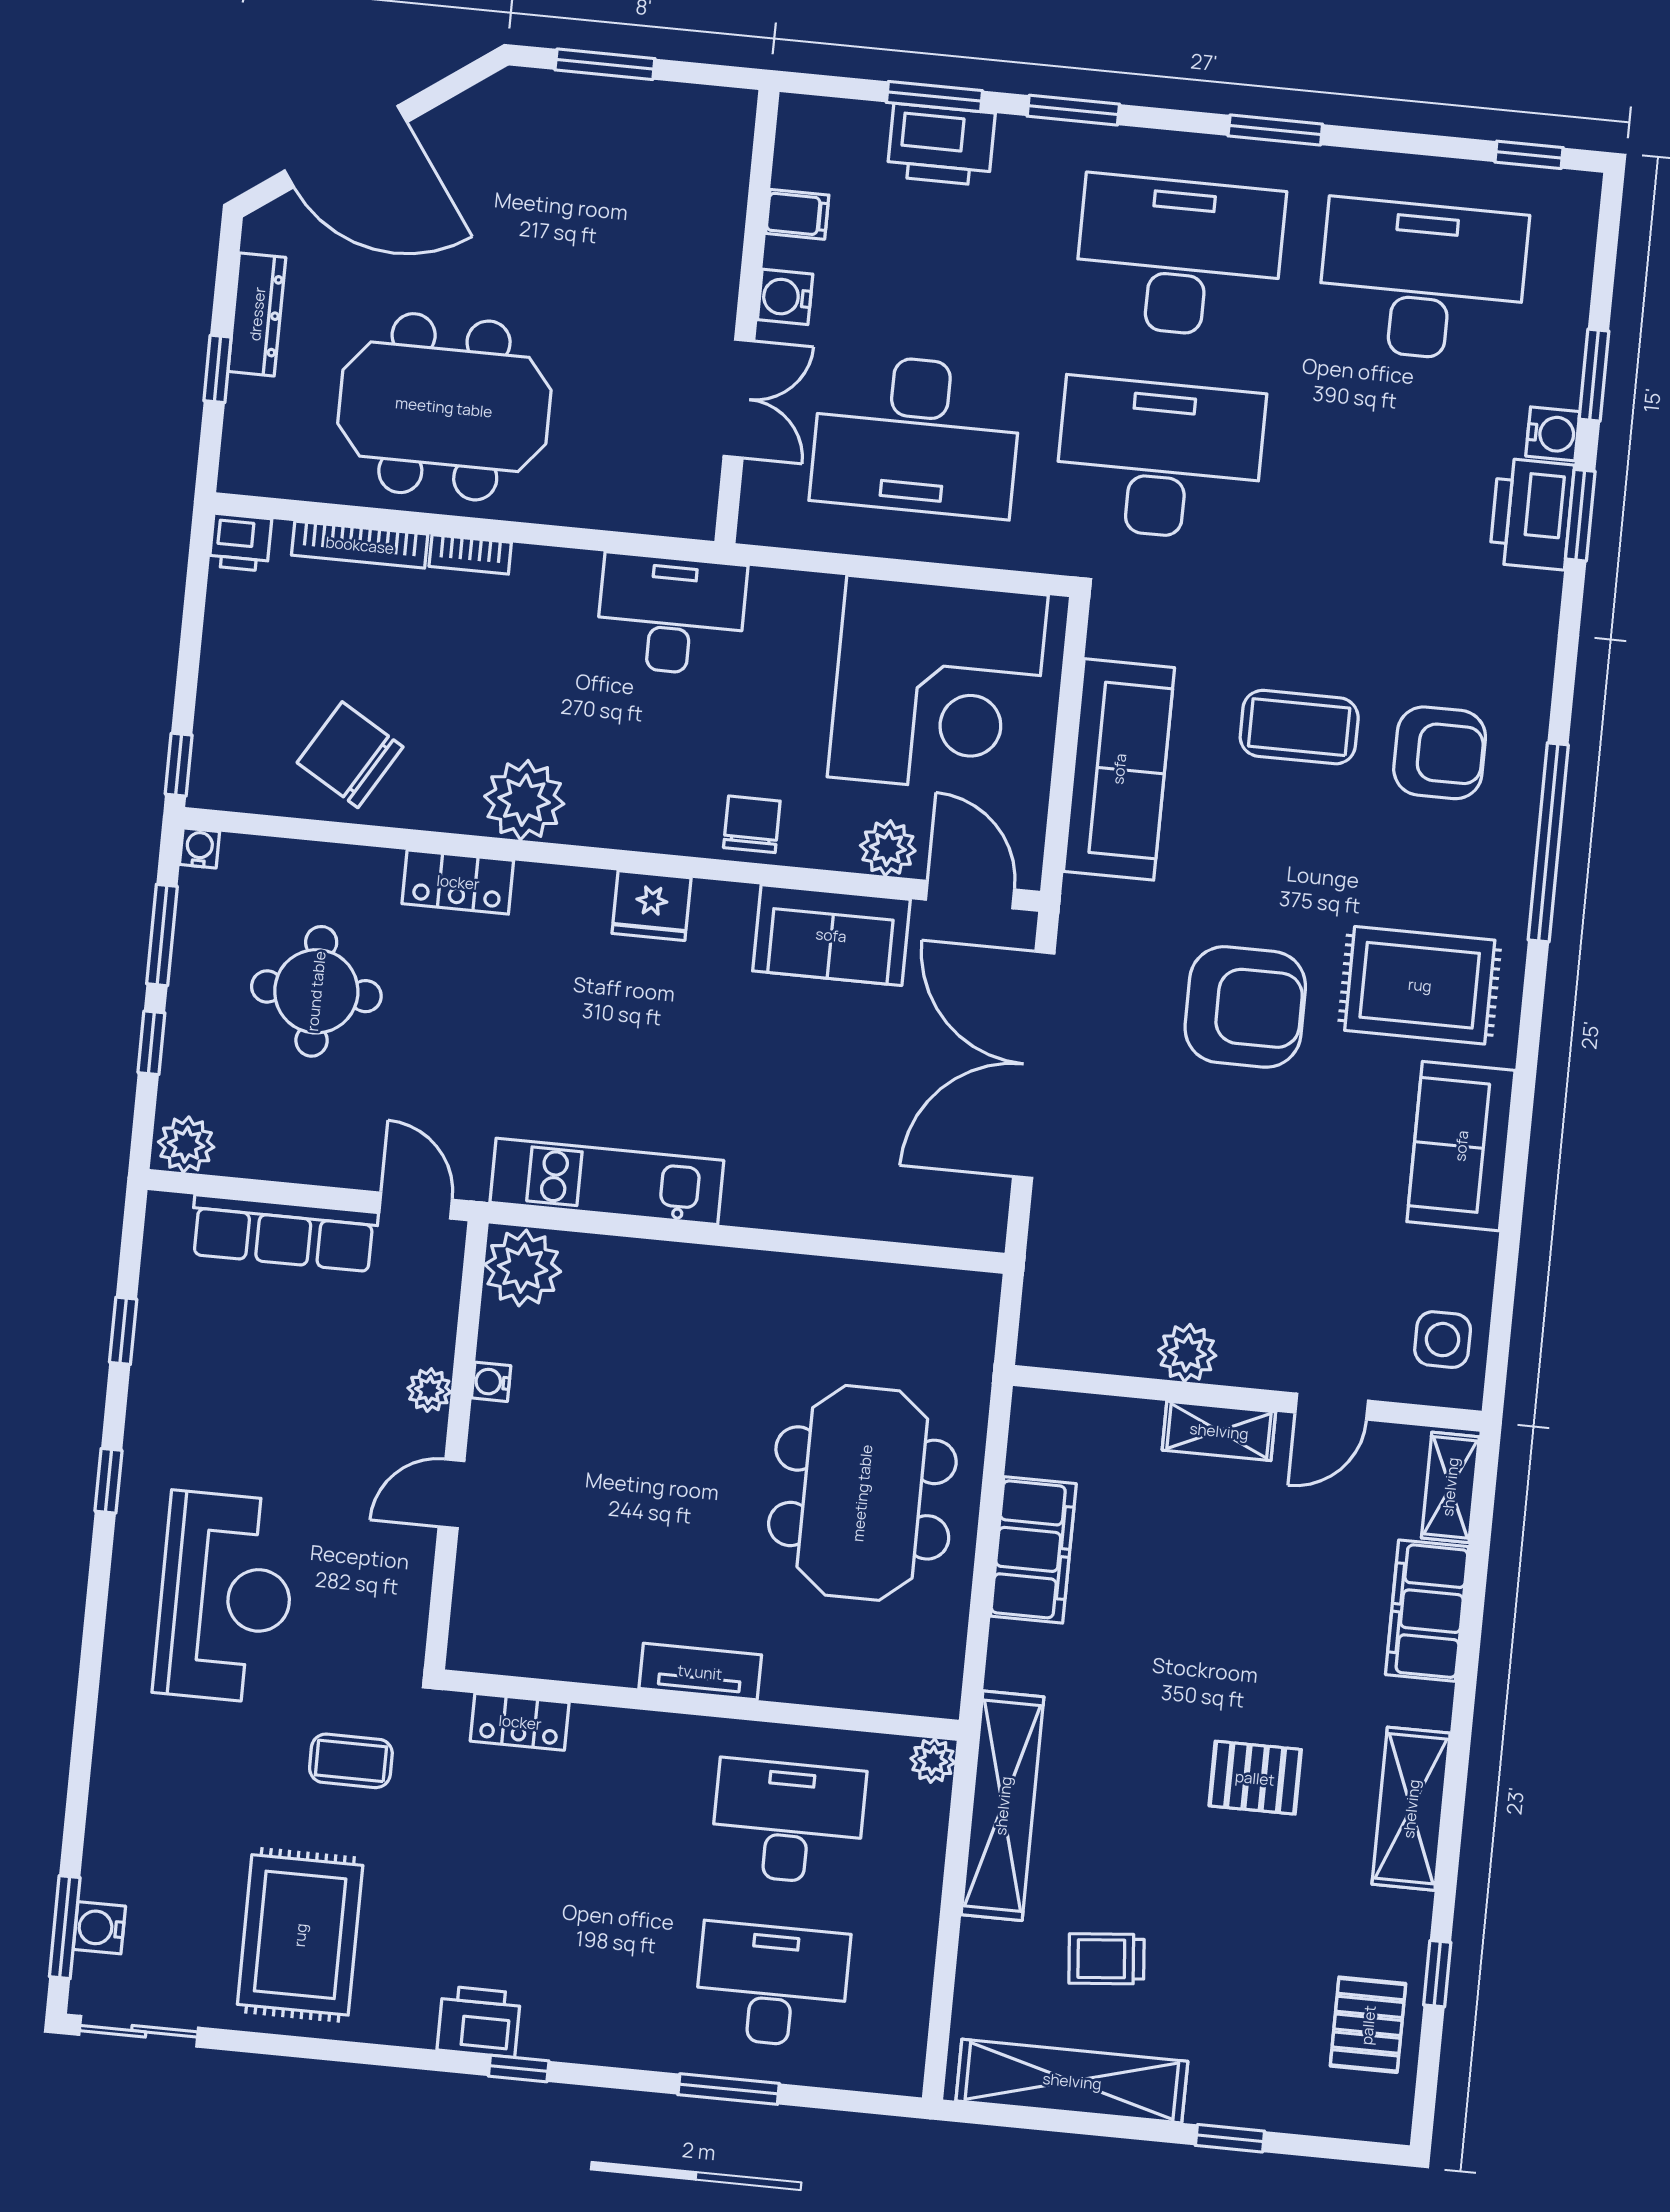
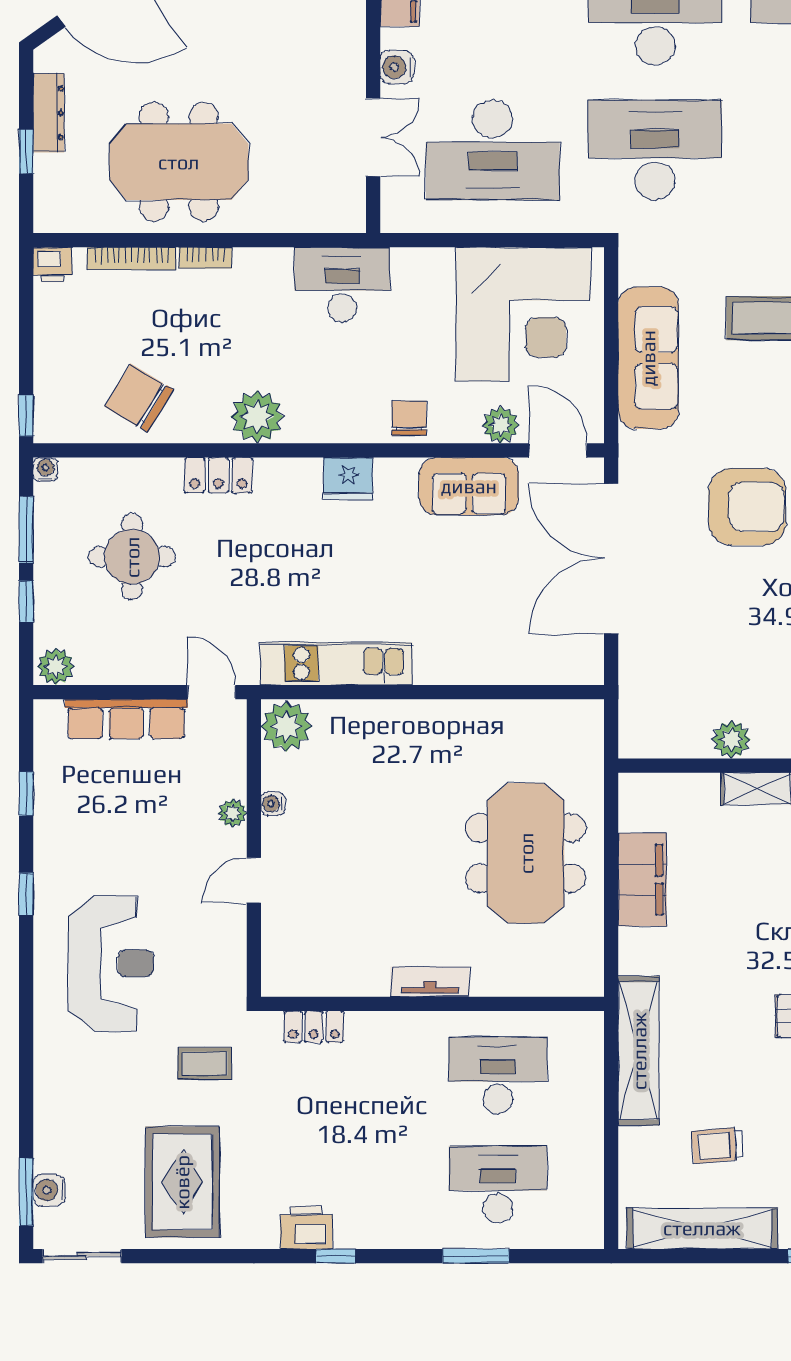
plant: (933, 1761) -> (590, 1025), removed

